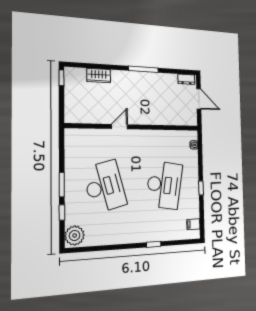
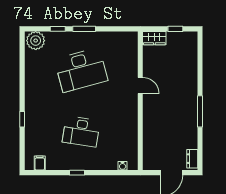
wardrobe: (99, 76) -> (154, 38), moved, turned -90
window: (61, 78) -> (175, 29), moved
desk: (164, 185) -> (81, 132), width x0.73, depth x0.77

